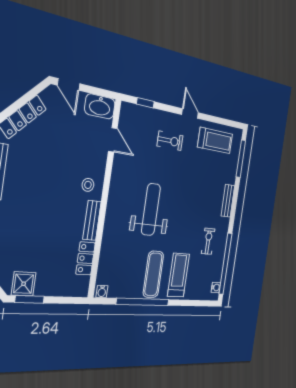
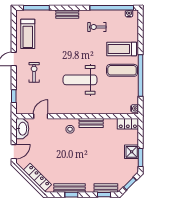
treadmill: (215, 141) -> (28, 34), turned 180
locker: (85, 258) -> (128, 124), moved
shower: (24, 284) -> (132, 152), moved

